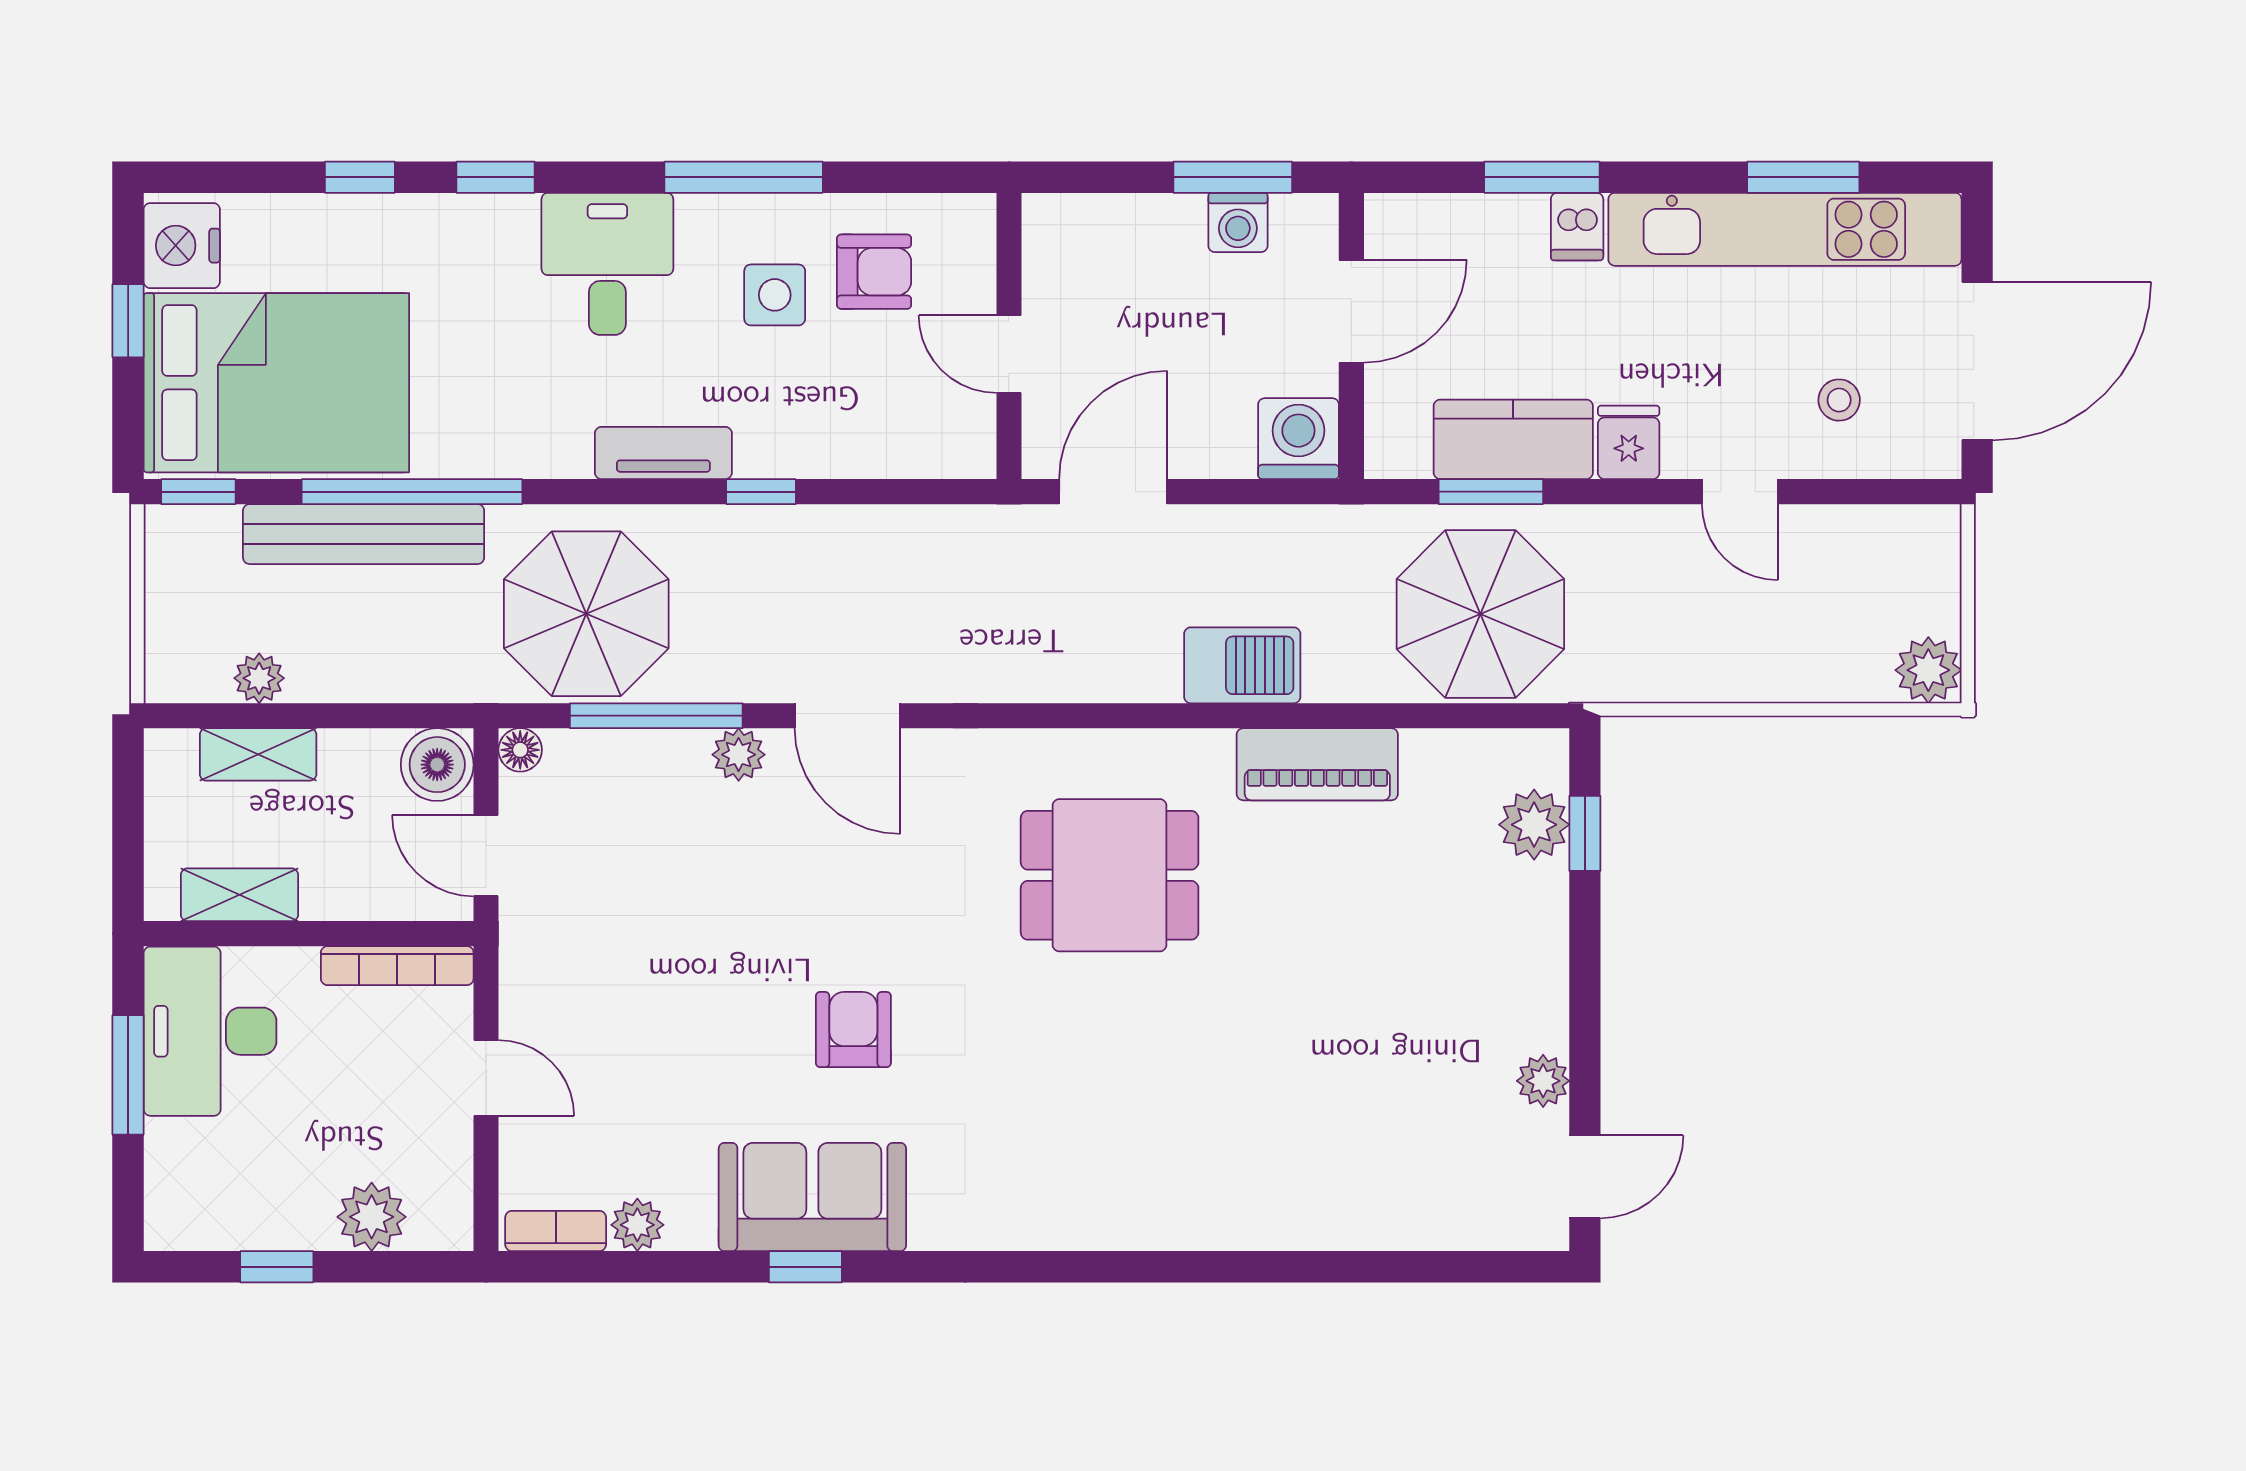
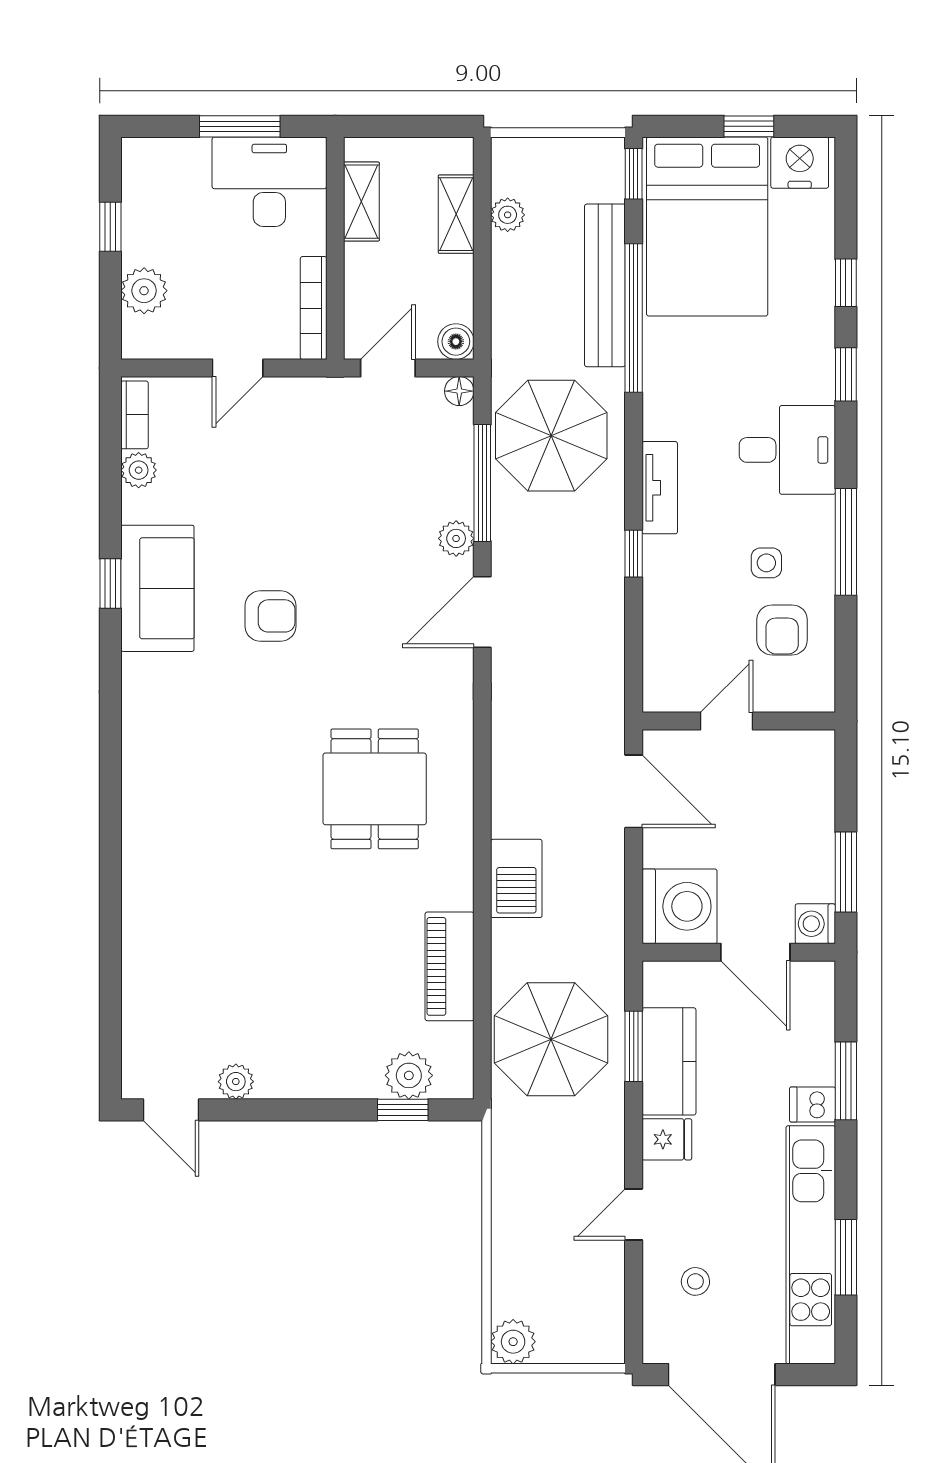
washing machine: (1238, 222) -> (815, 924), moved
side table: (775, 295) -> (766, 563), width x0.73, depth x0.73
washing machine: (1298, 439) -> (679, 906), width x1.37, depth x1.37
piano: (1317, 764) -> (450, 966), moved
boiler: (437, 765) -> (456, 342), width x0.73, depth x0.73

